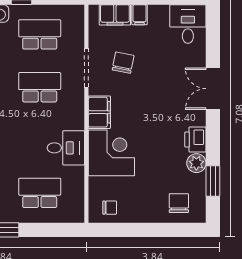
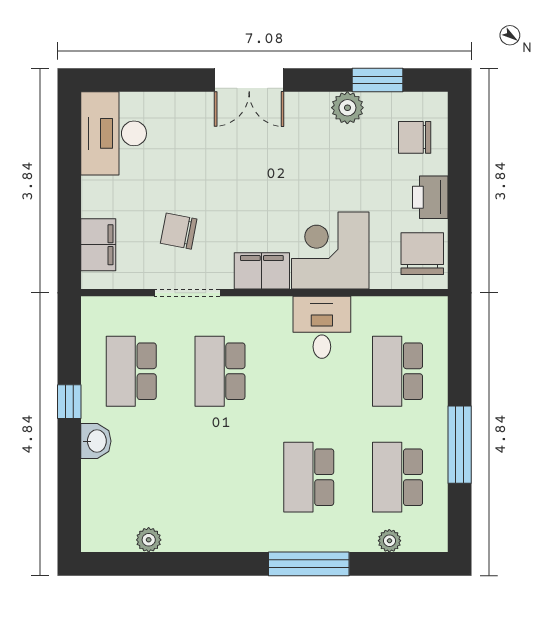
filing cabinet: (139, 15) -> (98, 203), removed
desk: (188, 24) -> (114, 133), width x1.37
double door: (213, 89) -> (249, 80), moved
printer: (195, 139) -> (430, 197), moved, turned 90
chair: (110, 208) -> (422, 254), width x1.87, depth x1.87

